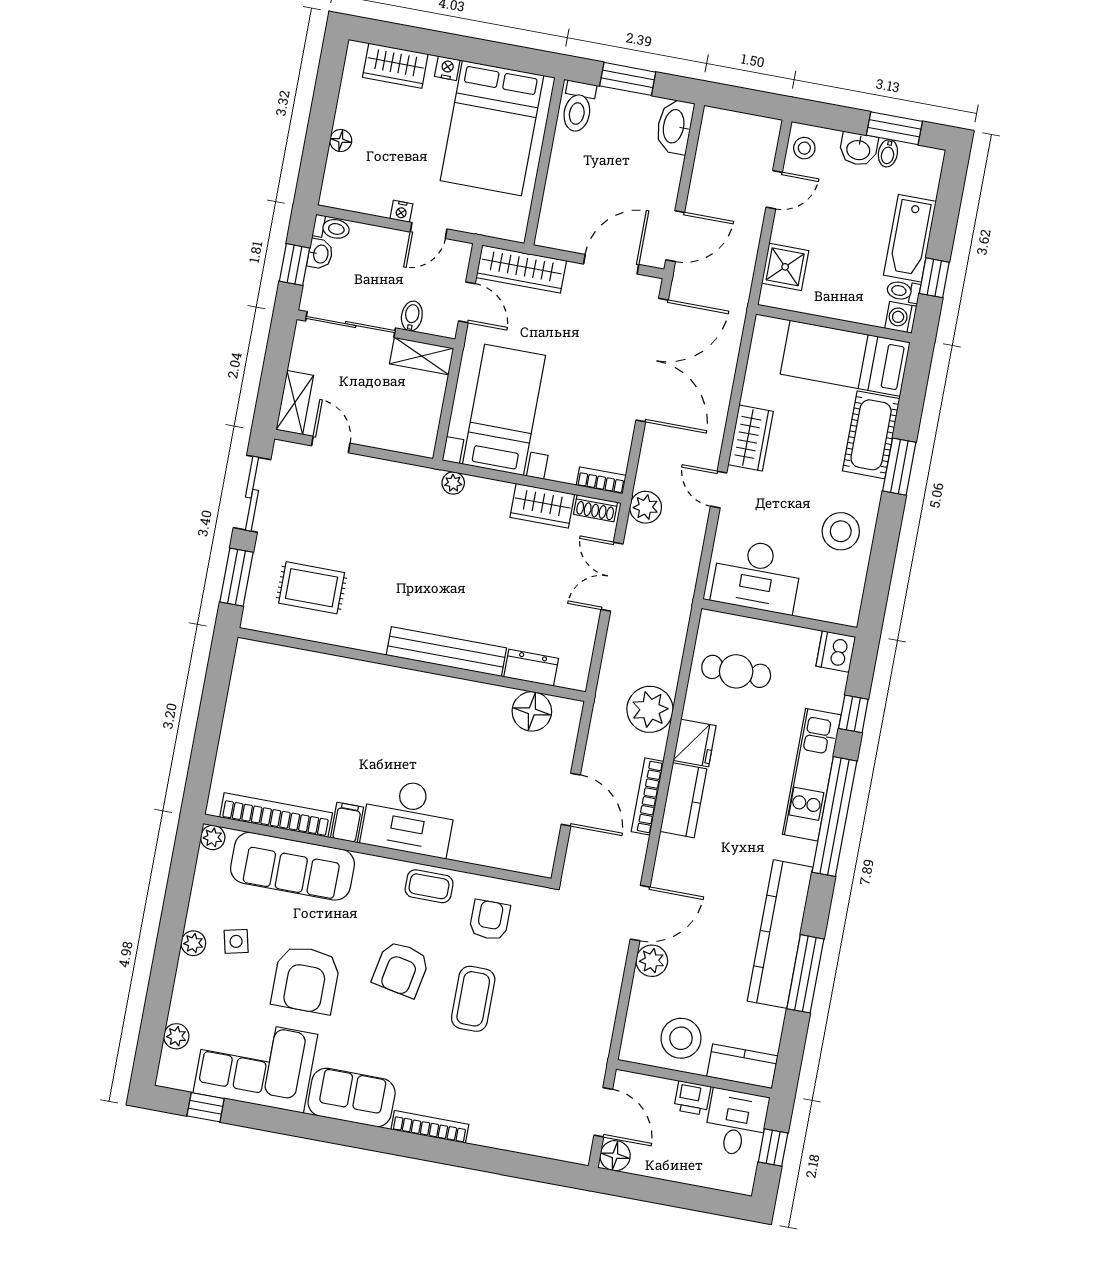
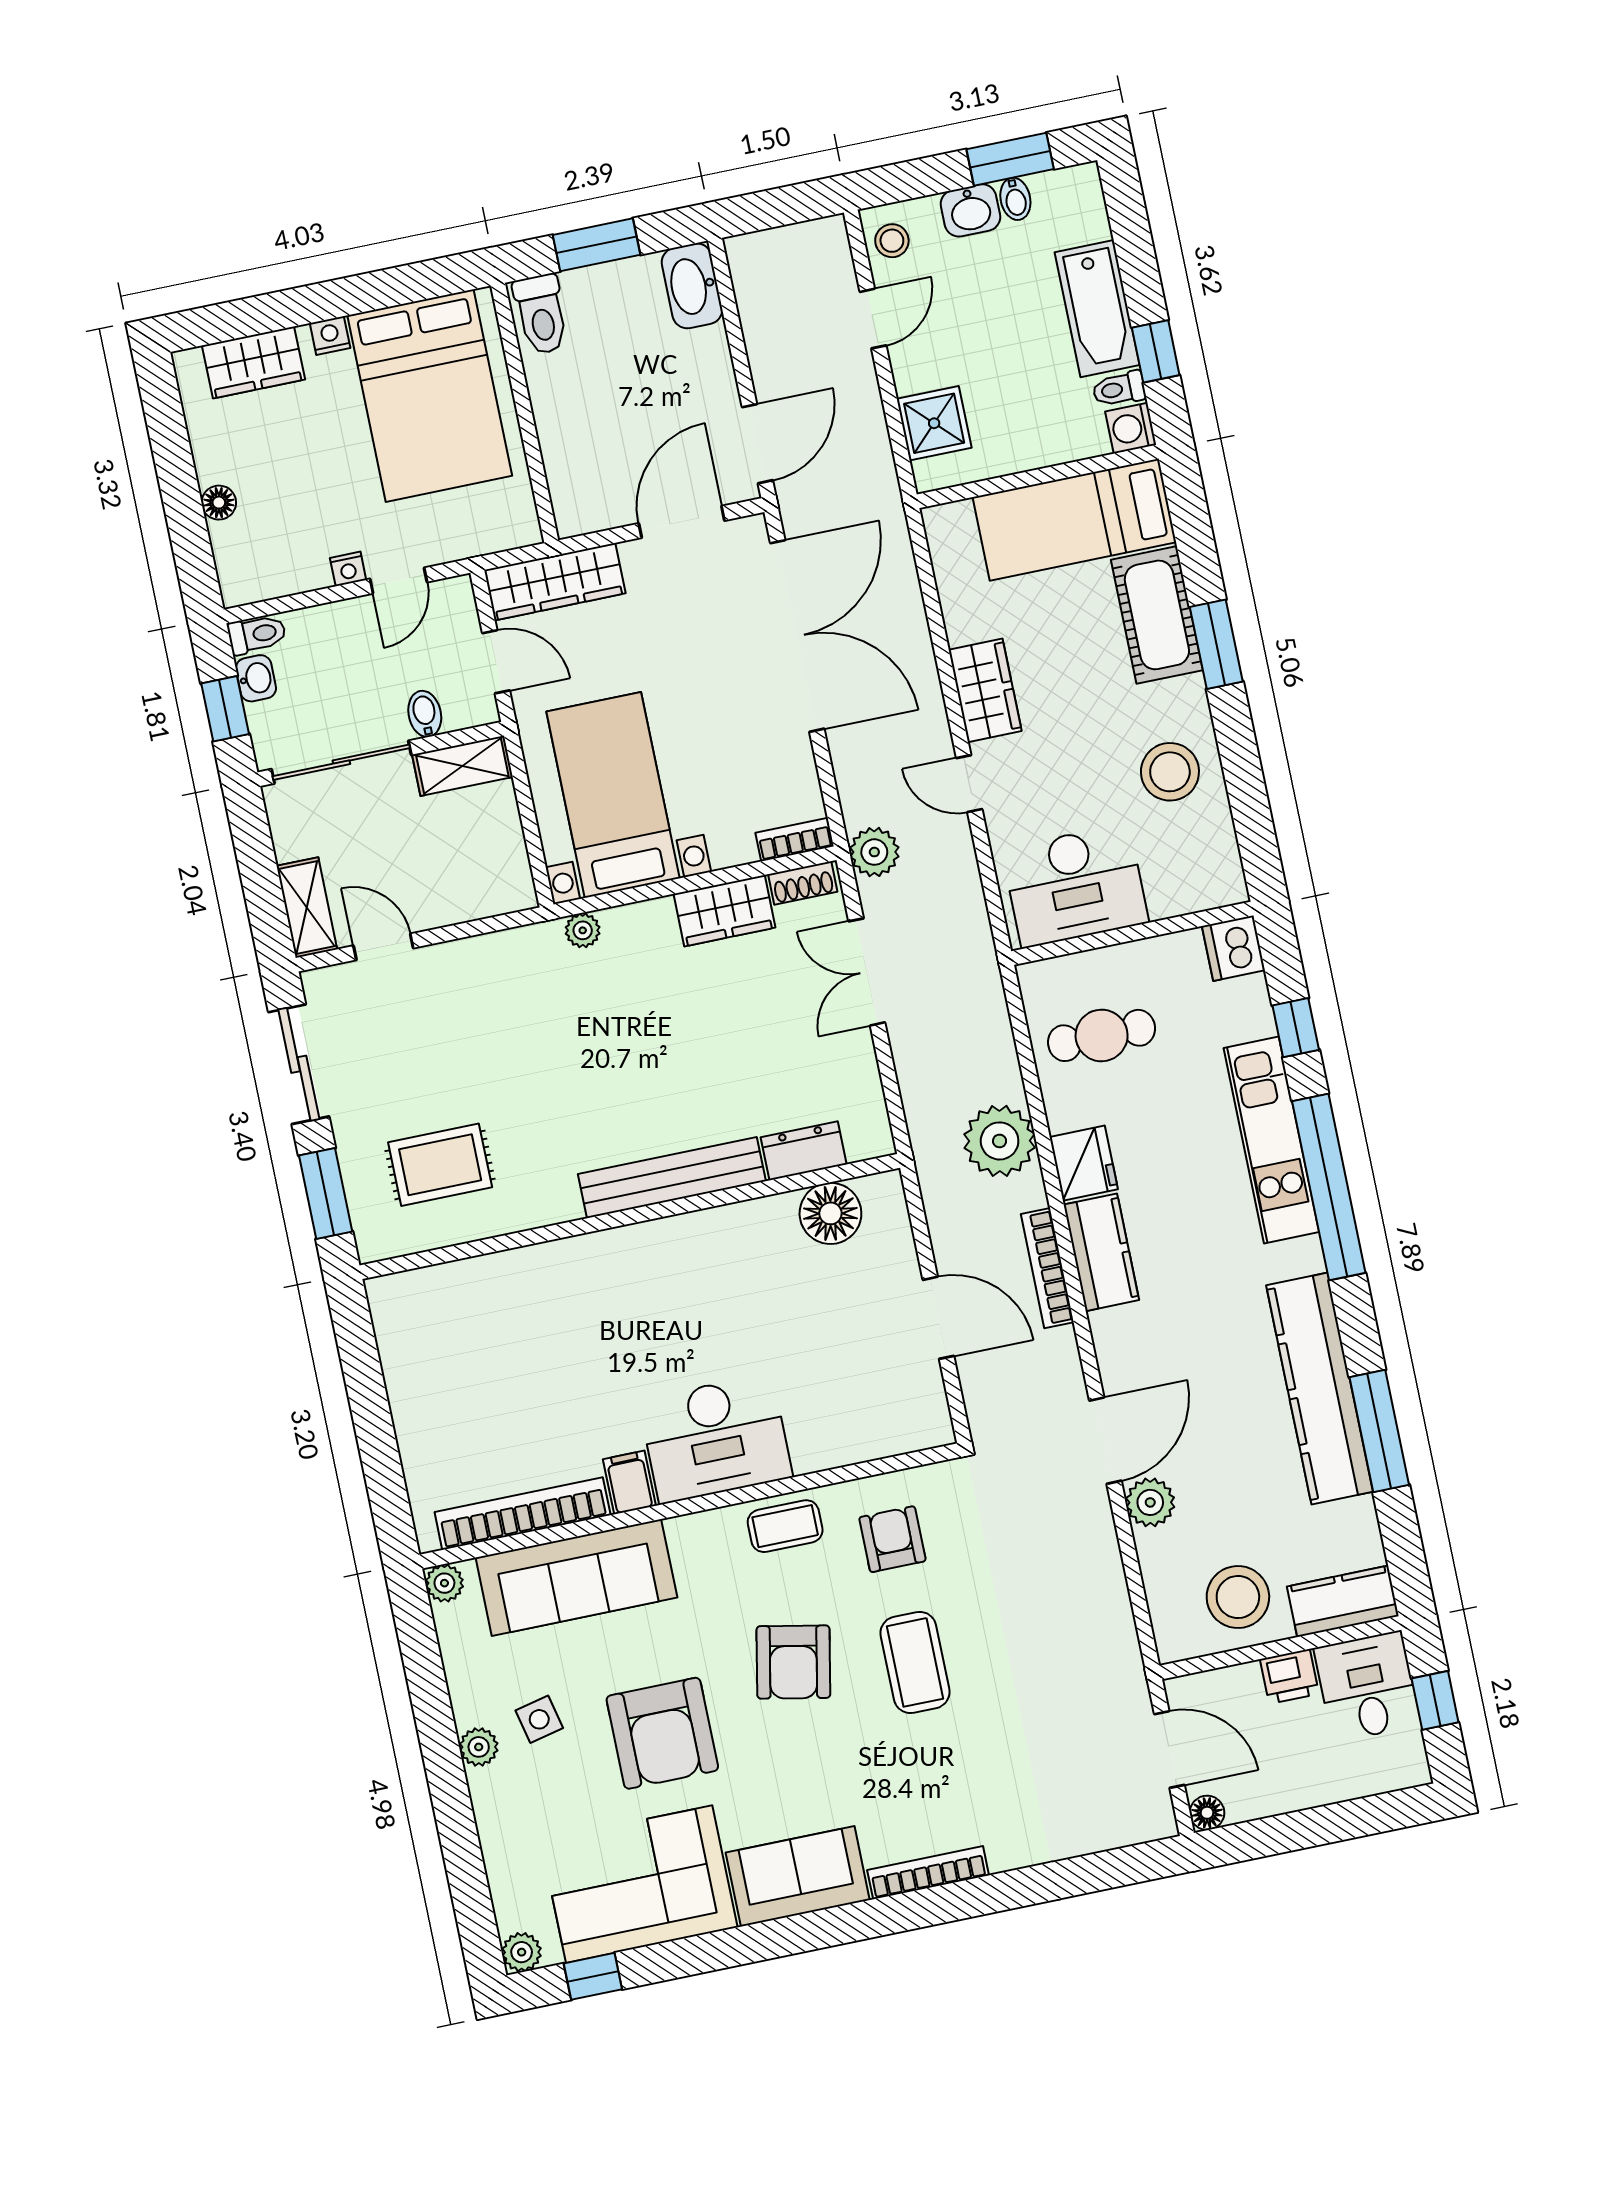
plant: (176, 1036) -> (522, 1952), moved
floor lamp: (615, 1156) -> (1207, 1813), width x0.73, depth x0.73

